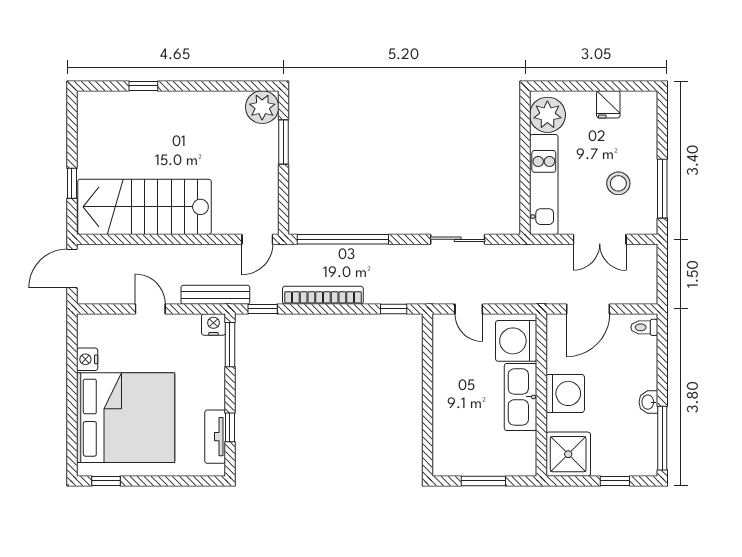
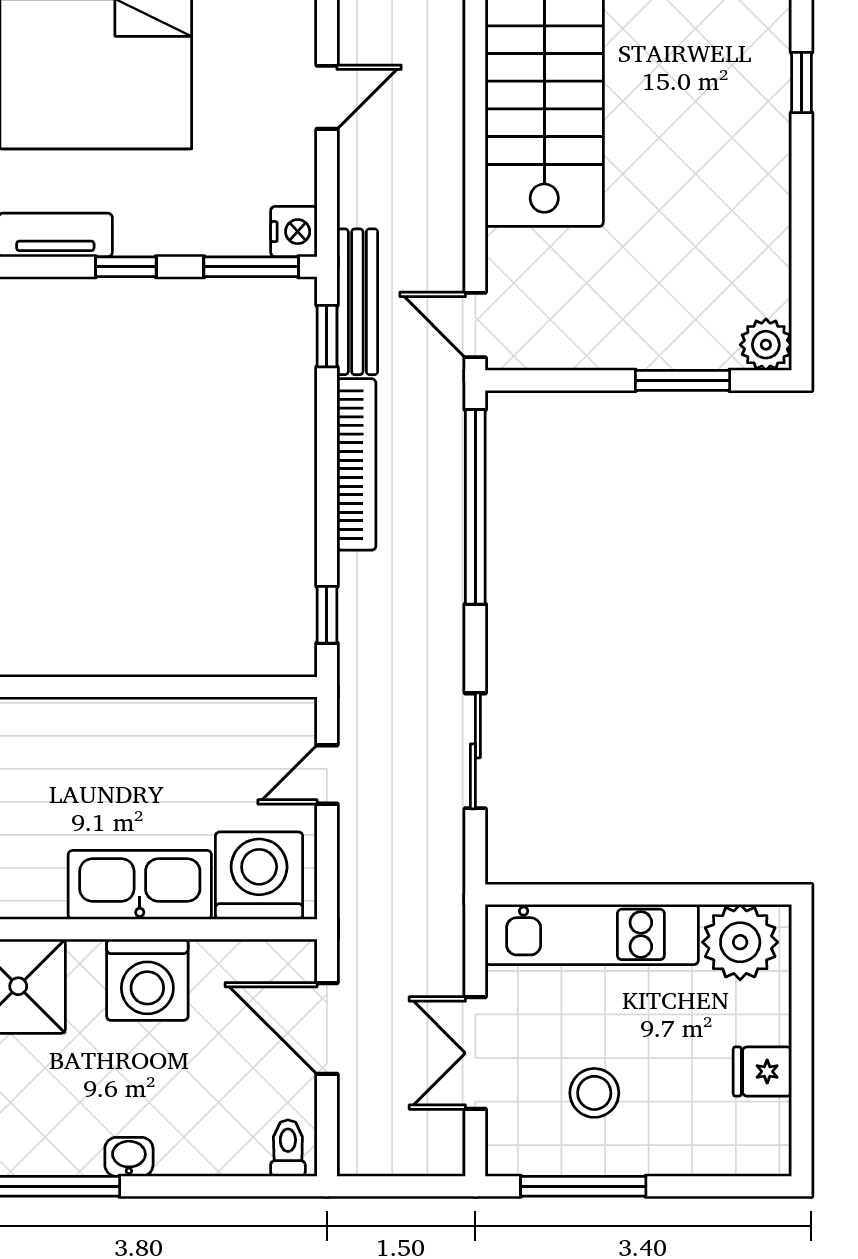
plant: (262, 107) -> (766, 345), width x0.73, depth x0.73
bench: (215, 295) -> (357, 302), moved
window: (230, 427) -> (126, 267), moved

